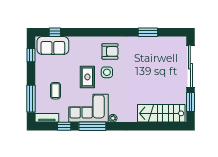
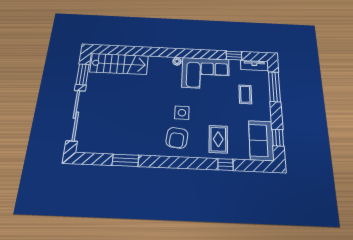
window: (55, 32) -> (225, 165), moved
sofa: (53, 46) -> (261, 141), moved, turned -90
armchair: (110, 51) -> (177, 138), turned -83
rug: (87, 77) -> (218, 139), moved
window: (92, 126) -> (201, 54), removed

